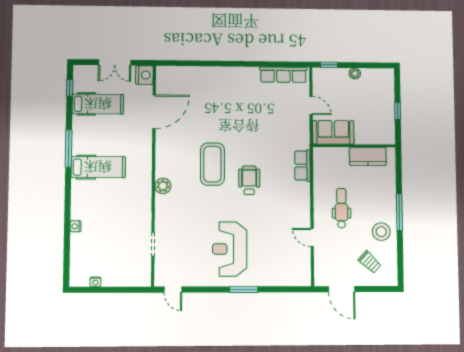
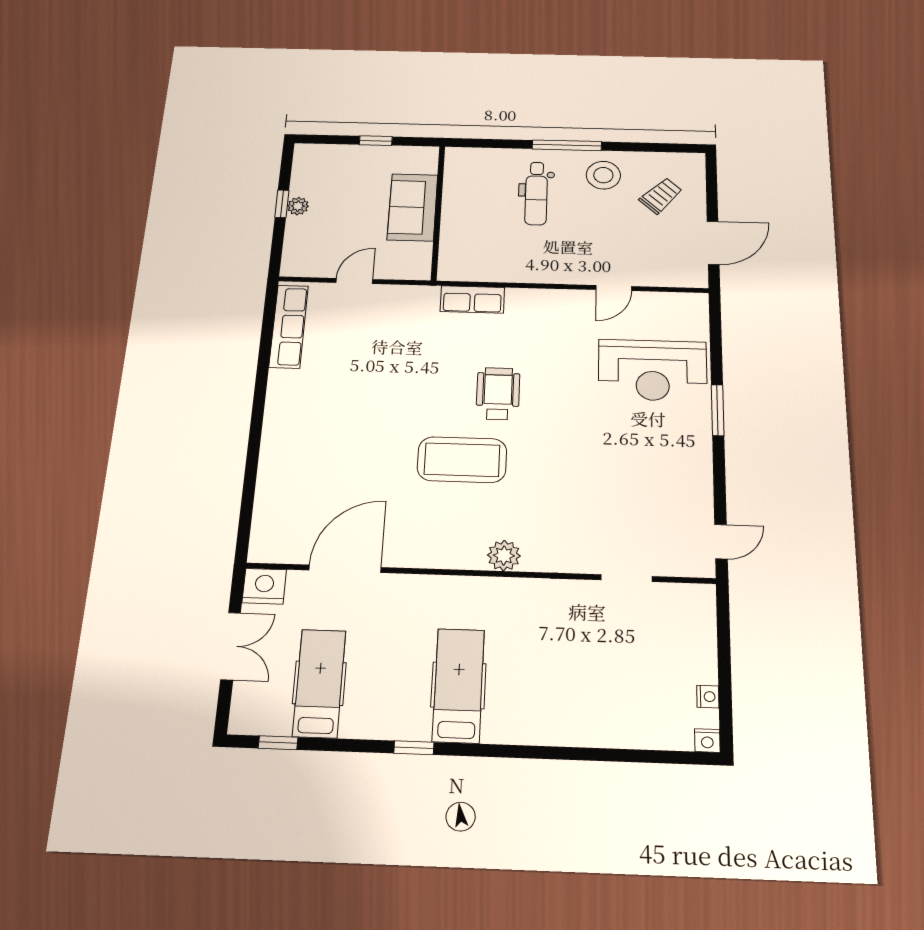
window: (329, 65) -> (282, 204), moved
door: (154, 112) -> (345, 569), hinge flipped
sofa: (333, 132) -> (413, 207), moved
window: (69, 148) -> (414, 748), width x0.46
kitchen counter: (368, 156) -> (460, 191), removed
wheelchair: (249, 180) -> (498, 394), turned 90
dental chair: (341, 208) -> (536, 193), moved, turned -90
nightstand: (76, 226) -> (707, 741), moved
reception desk: (230, 249) -> (653, 370), moved

